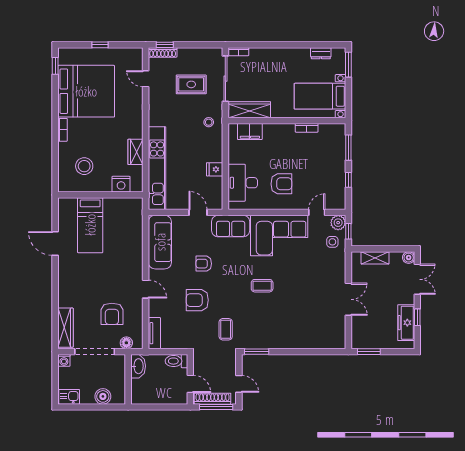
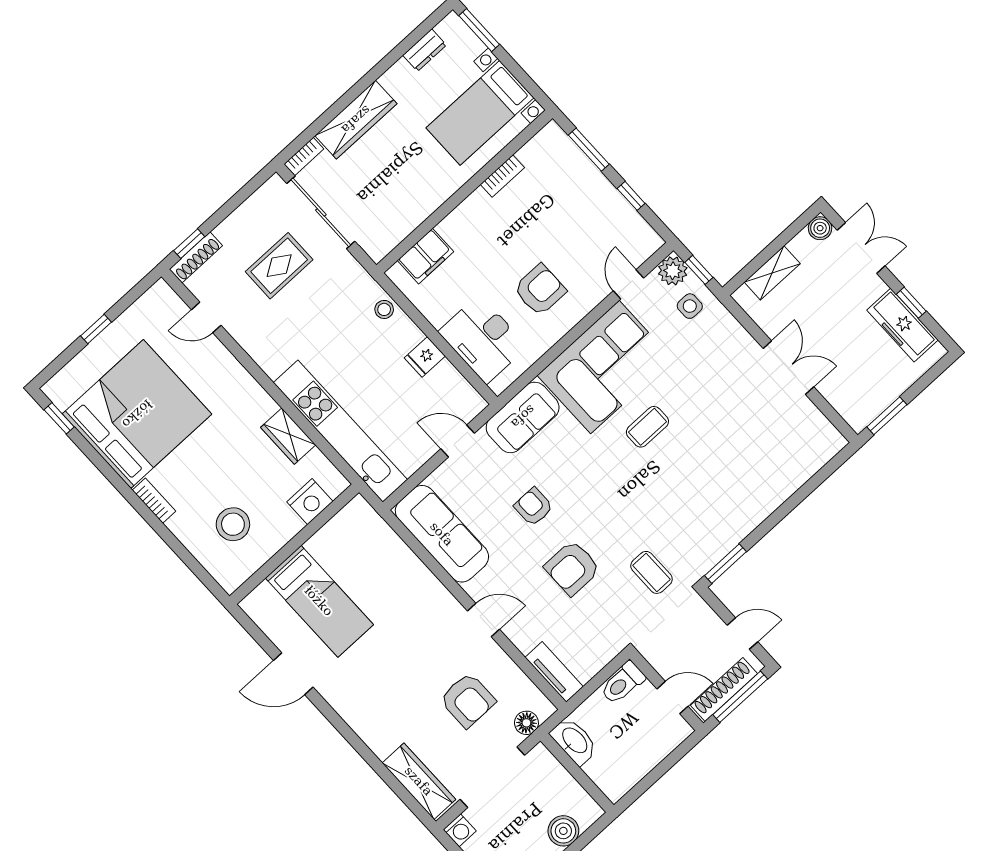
wardrobe: (249, 110) -> (356, 120), moved, turned 180
stool: (209, 122) -> (384, 309), moved
armchair: (204, 264) -> (533, 507), turned 90
coffee table: (262, 286) -> (647, 427), moved

